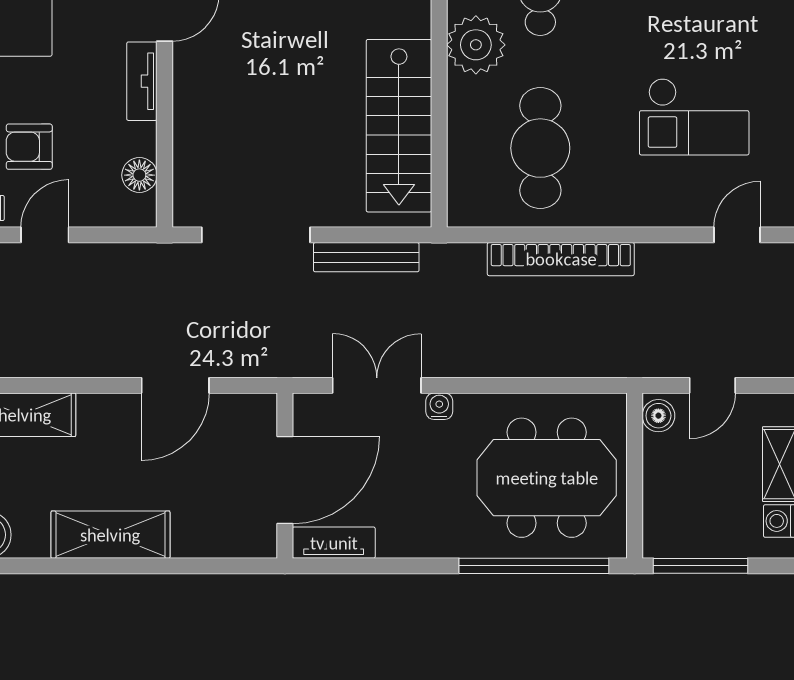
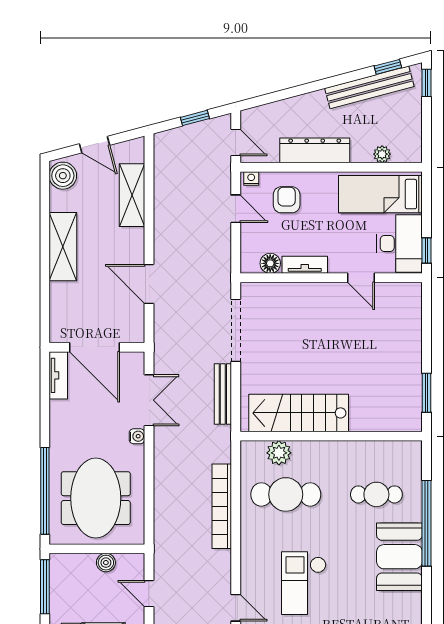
plant: (476, 45) -> (279, 453), moved, width x0.73, depth x0.73
tv unit: (142, 81) -> (305, 265), moved
boiler: (658, 416) -> (106, 563), moved

